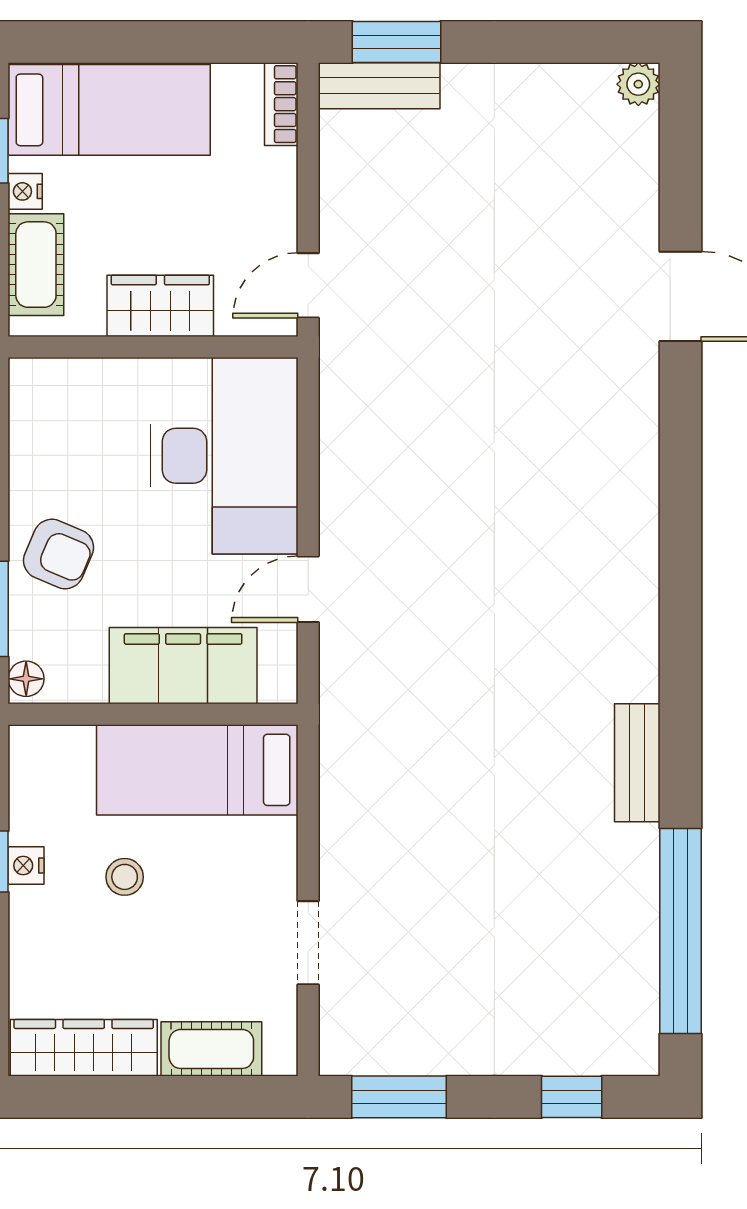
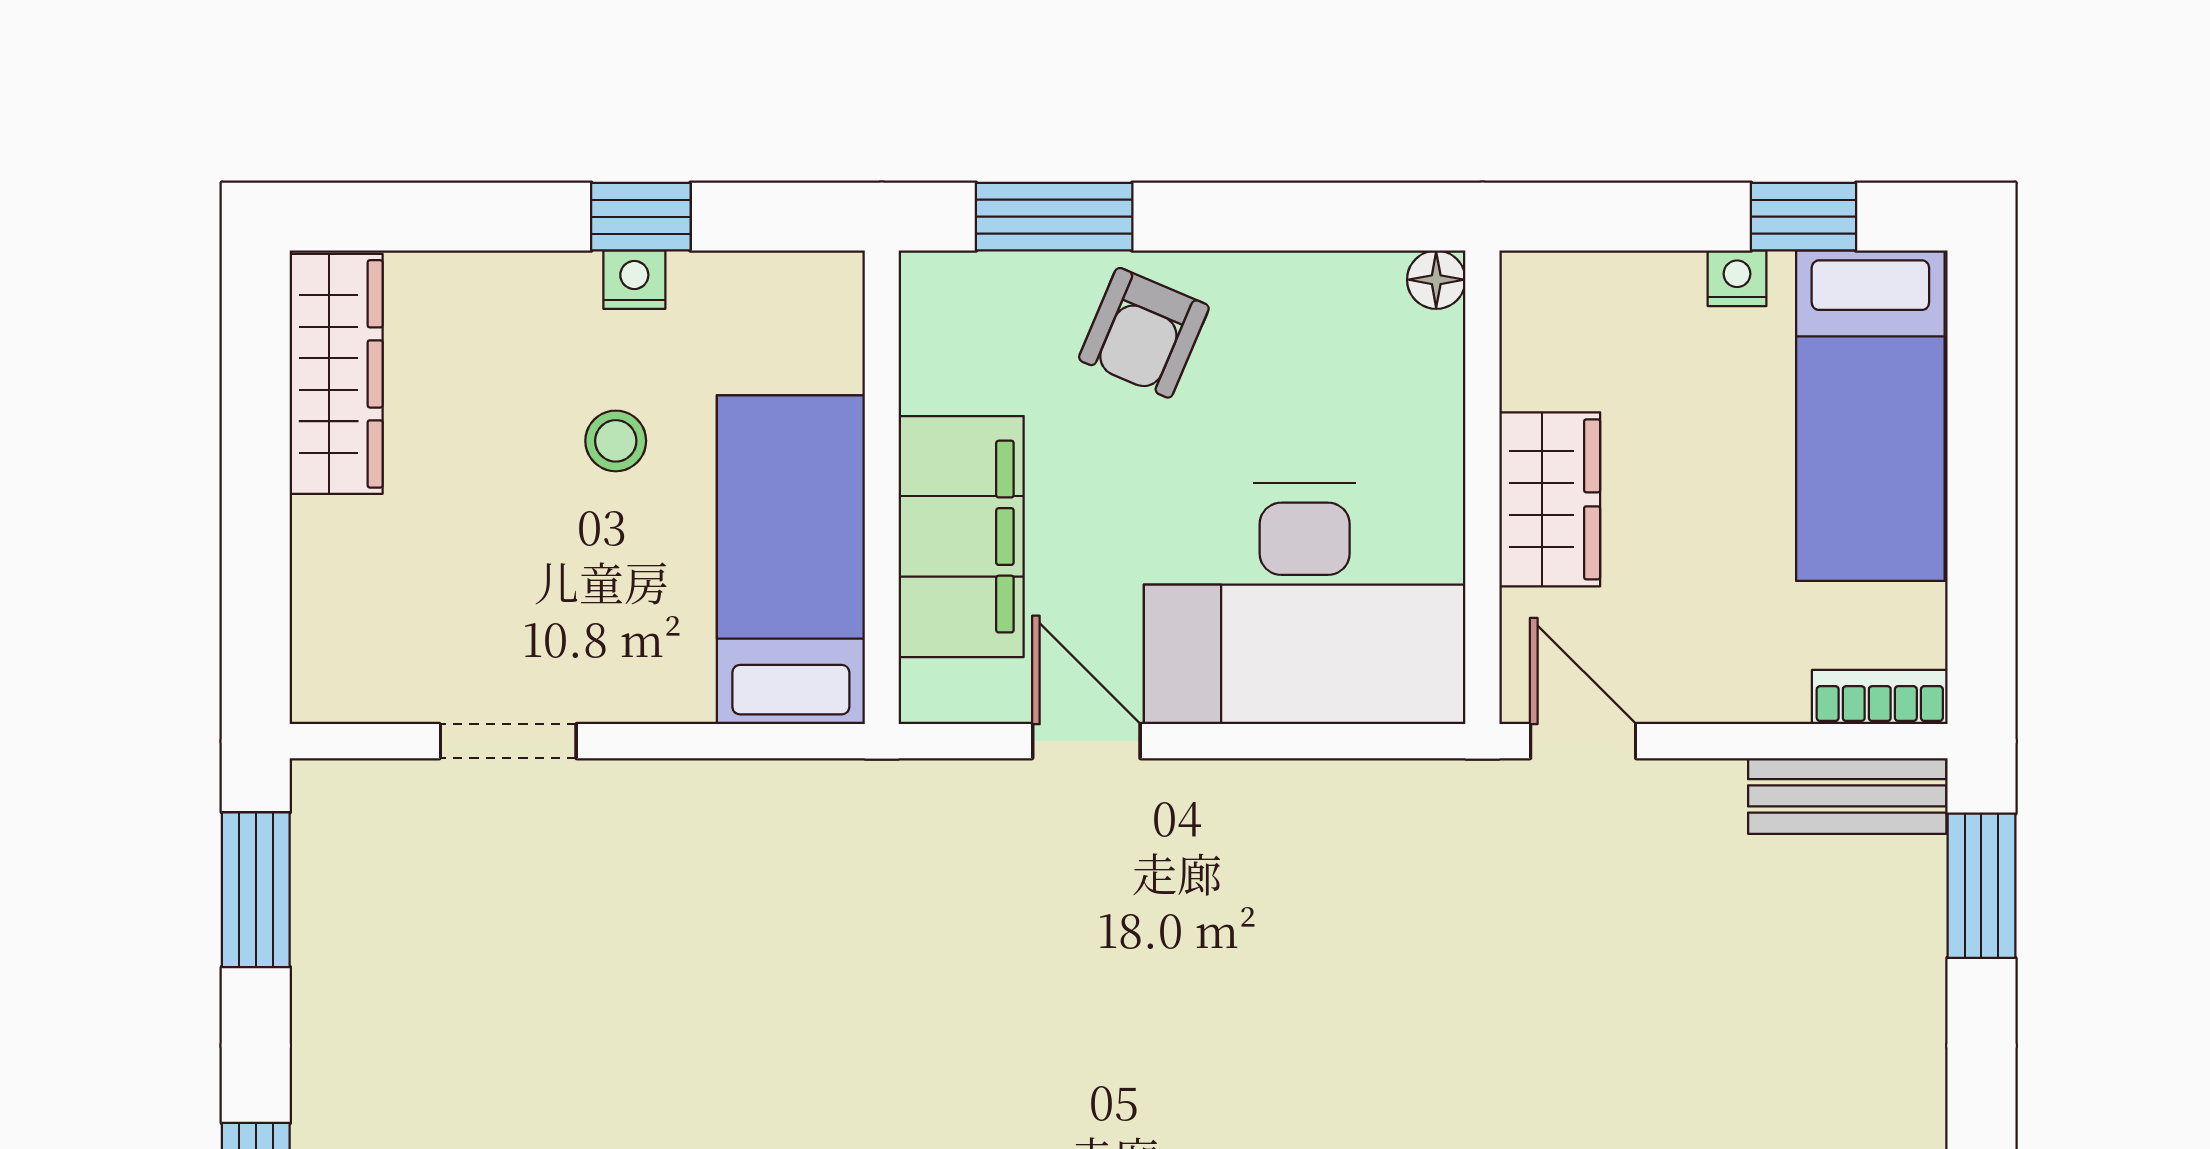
bench: (379, 86) -> (1847, 796), moved, turned 90
cot: (36, 265) -> (1617, 296), removed
floor lamp: (26, 679) -> (1436, 280), moved
cot: (211, 1049) -> (334, 583), removed

